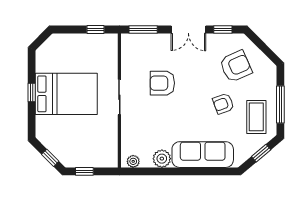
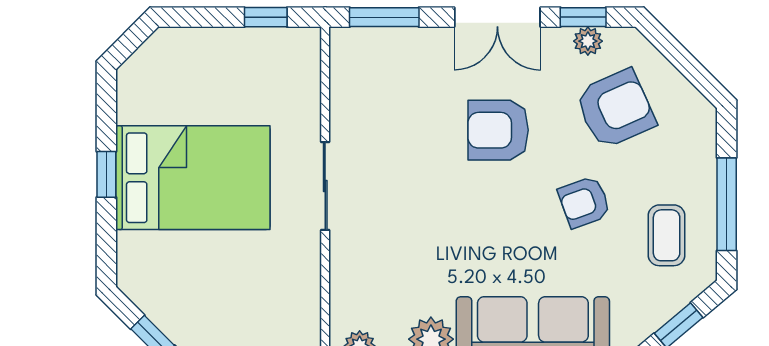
plant: (225, 39) -> (588, 41), added
armchair: (162, 83) -> (498, 130), moved
coffee table: (256, 117) -> (667, 235), width x0.73, depth x0.77

